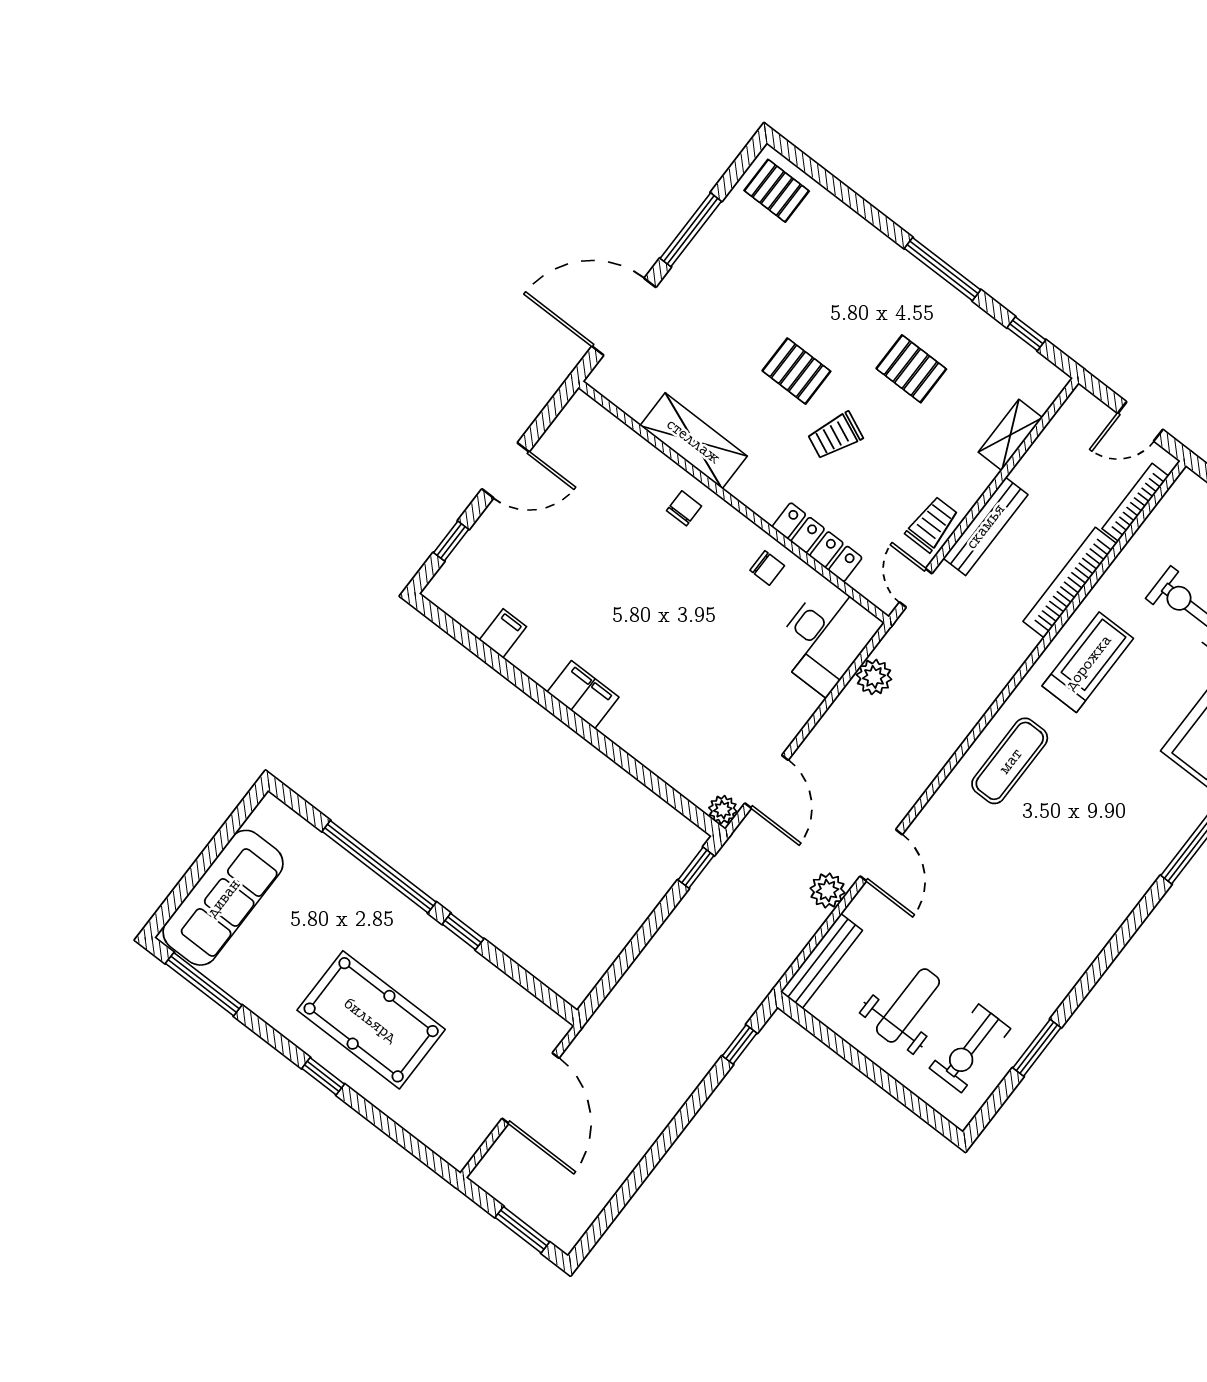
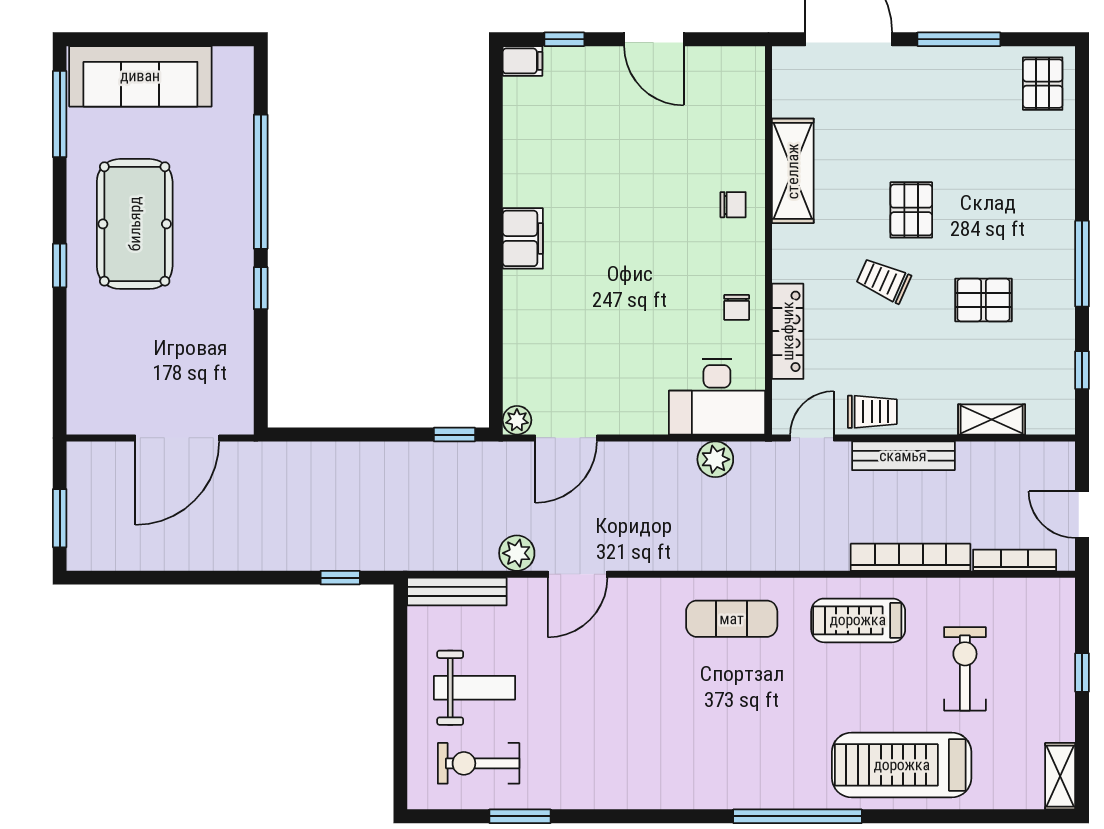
pallet: (911, 369) -> (984, 300), turned 90
filing cabinet: (503, 633) -> (523, 61), moved
treadmill: (1088, 662) -> (858, 620), turned 180
pool table: (371, 1020) -> (135, 224), moved

